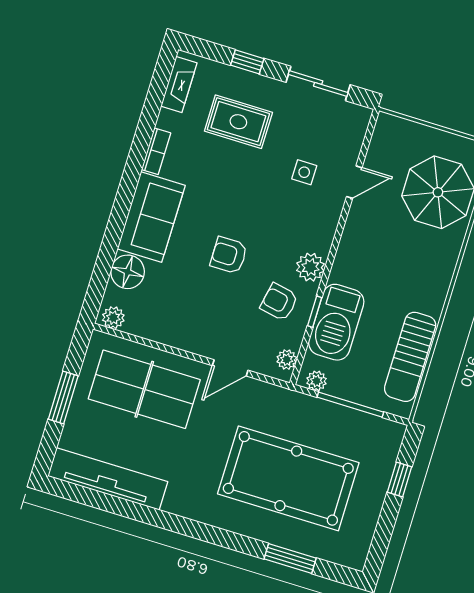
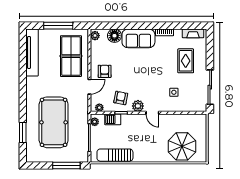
window: (247, 62) -> (210, 57), removed
sliding door: (318, 83) -> (210, 87), width x1.37
door: (354, 182) -> (152, 113), moved
armchair: (229, 255) -> (105, 71), moved
barbecue: (336, 322) -> (113, 119), width x0.53, depth x0.65
door: (230, 368) -> (89, 87), swing flipped
window: (63, 397) -> (58, 26), width x1.44
window: (400, 479) -> (66, 165), width x2.17

